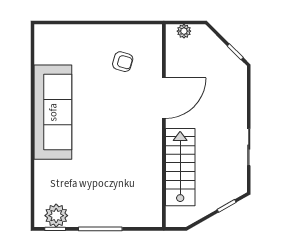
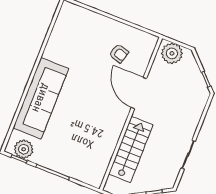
plant: (184, 31) -> (172, 53), width x1.87, depth x1.87
door: (164, 98) -> (139, 93), swing flipped
sofa: (53, 112) -> (41, 98), moved

